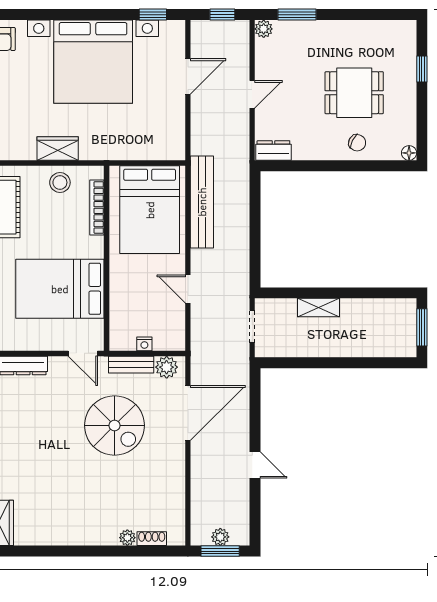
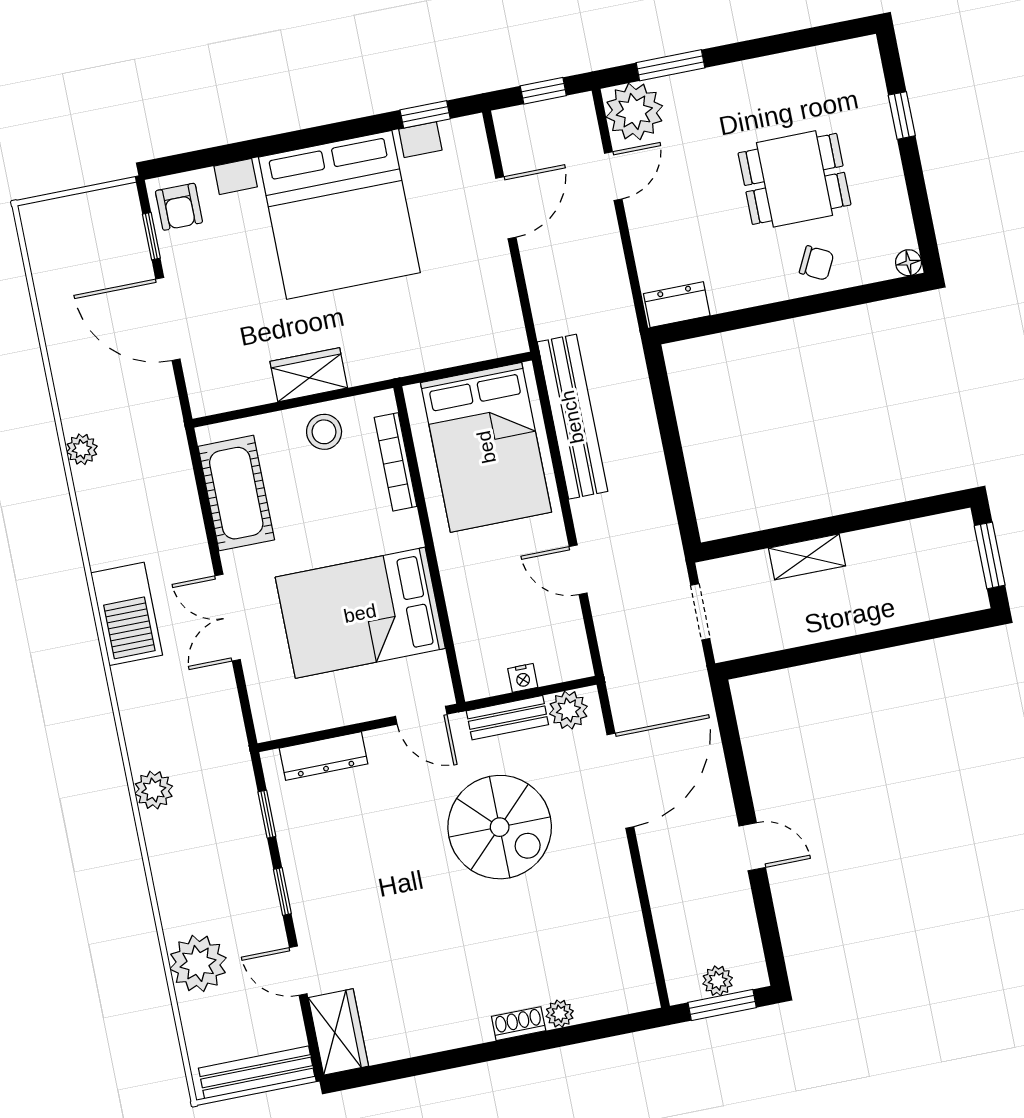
plant: (264, 29) -> (634, 112), width x1.87, depth x1.87
door: (252, 94) -> (613, 176), moved
shoe rack: (152, 539) -> (519, 1024), moved

